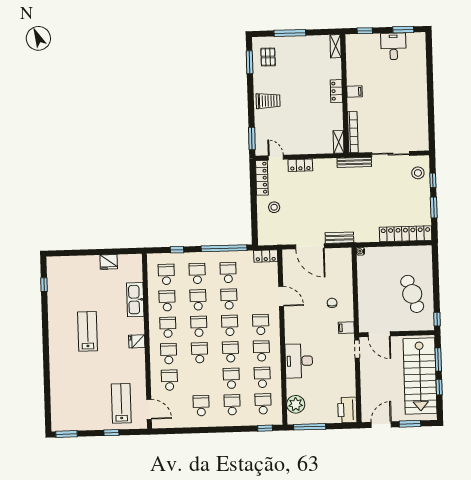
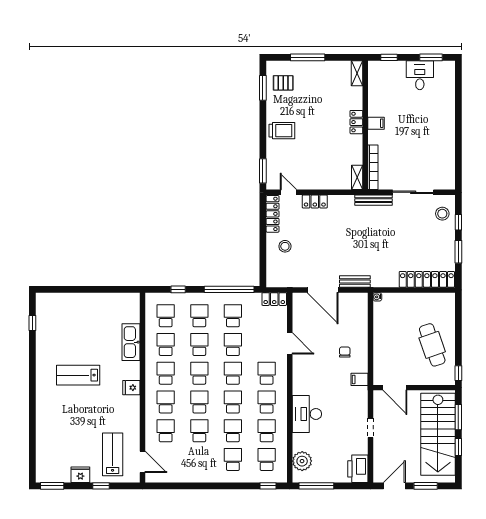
pallet: (268, 57) -> (283, 83), turned 90
fridge: (109, 262) -> (80, 475), moved, turned 180
lab bench: (87, 331) -> (78, 375), turned -90
doorway: (357, 349) -> (370, 428), moved
school desk: (201, 406) -> (199, 431), moved

